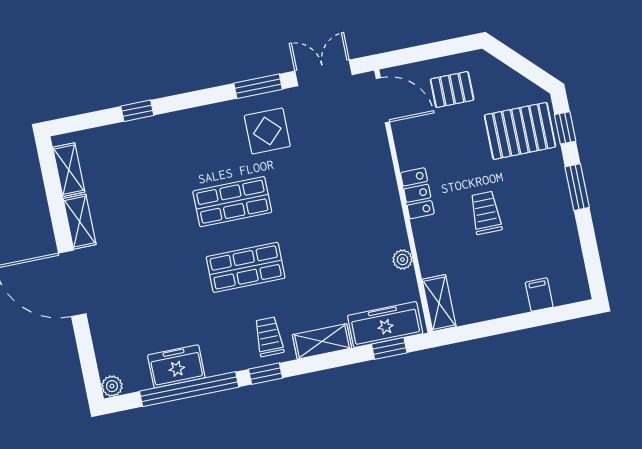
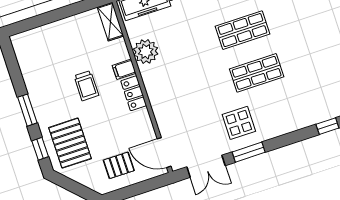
pallet: (520, 131) -> (70, 143), turned 90
plant: (402, 260) -> (146, 52), width x1.88, depth x1.88
filing cabinet: (539, 295) -> (124, 69), moved, turned 90

